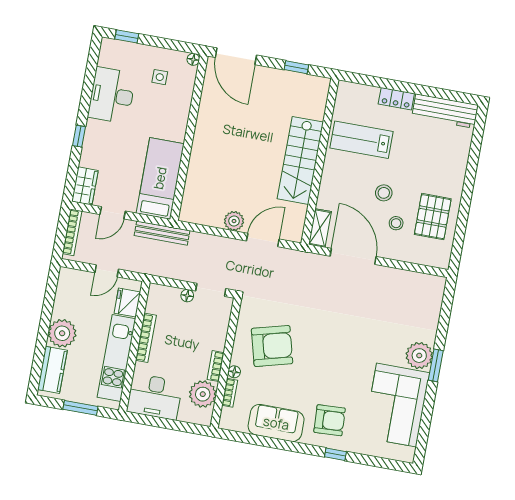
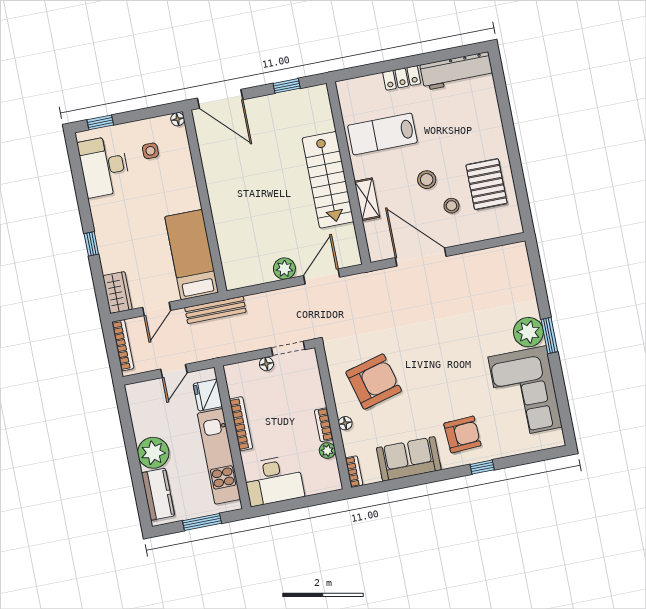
desk: (112, 95) -> (104, 166), moved
shelving: (320, 228) -> (367, 199), moved
bookcase: (230, 393) -> (354, 472), moved
plant: (203, 394) -> (327, 450), width x0.53, depth x0.53

